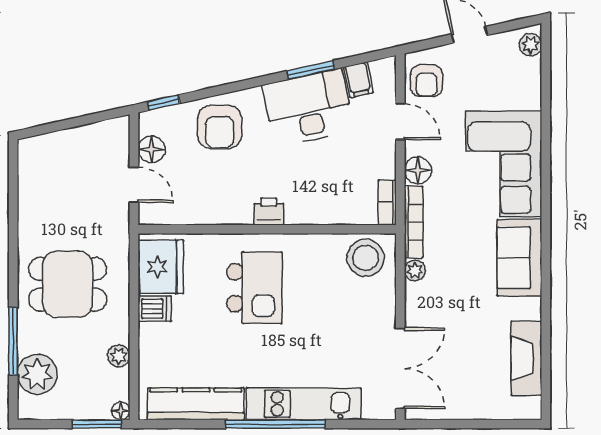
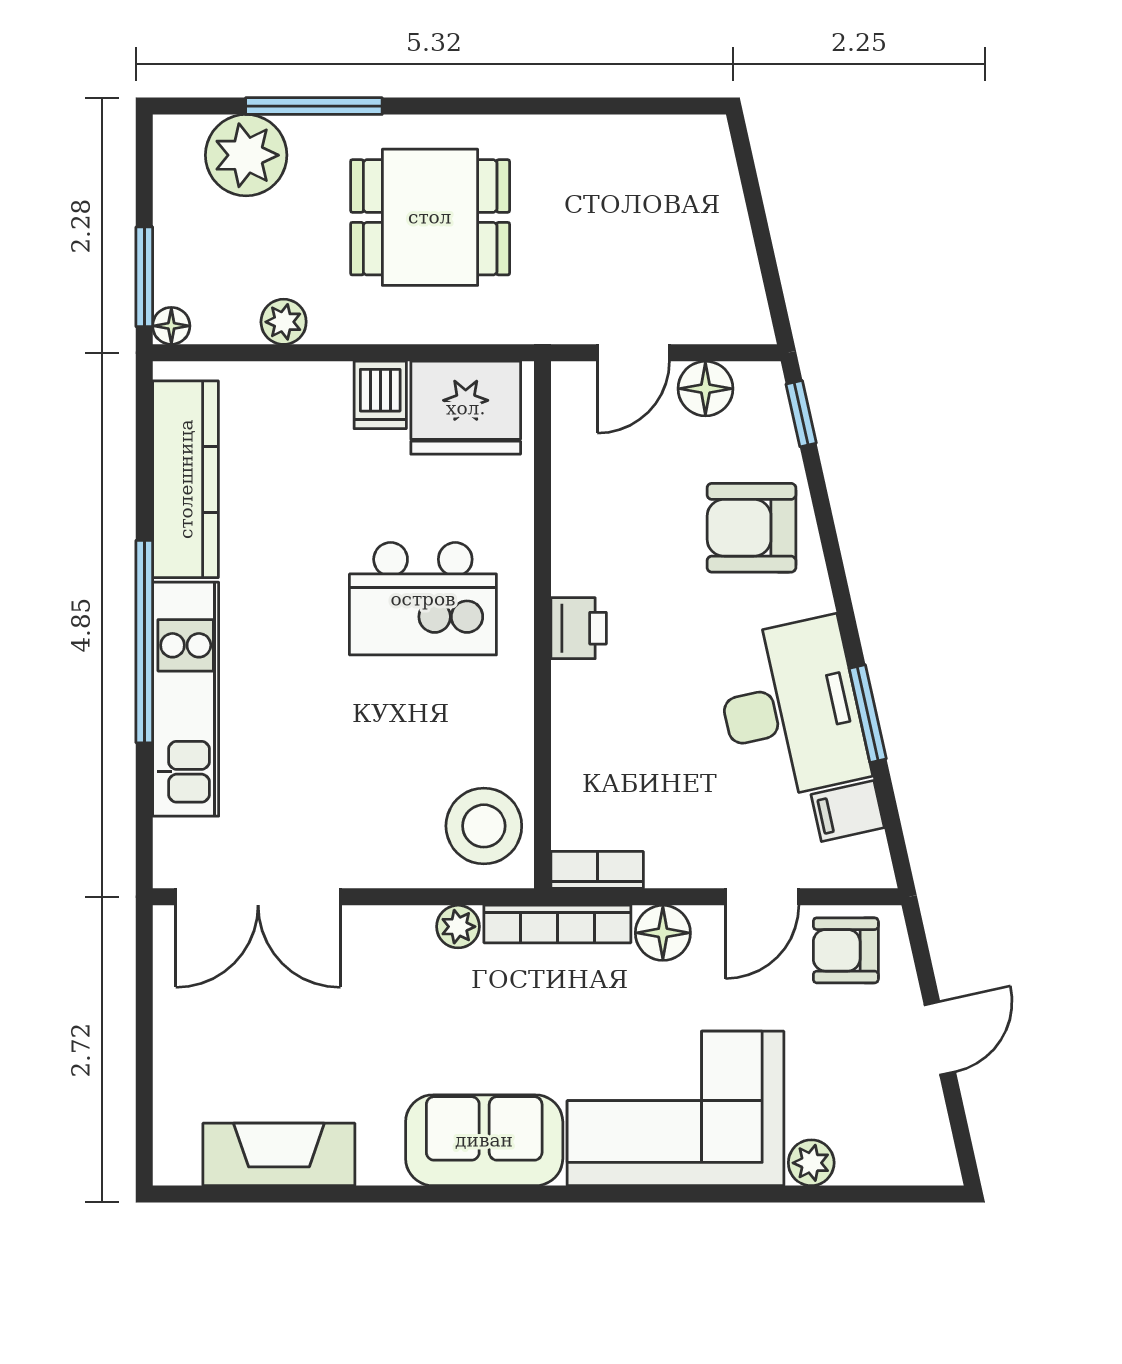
plant: (530, 45) -> (811, 1163), moved
dining table: (68, 284) -> (430, 217), turned 90

